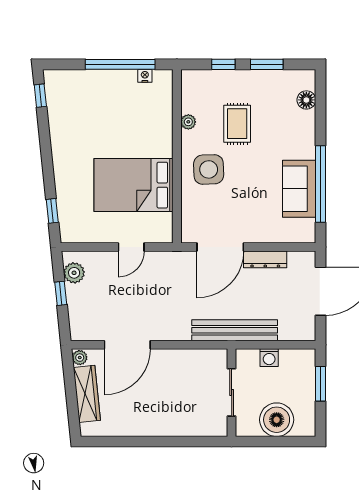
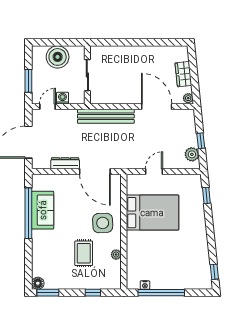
window: (267, 64) -> (48, 293), moved
floor lamp: (306, 100) -> (38, 283), moved
door: (220, 247) -> (95, 171), swing flipped
bench: (235, 330) -> (106, 116), moved
door: (127, 345) -> (157, 107), hinge flipped
door: (292, 345) -> (47, 107), added
wardrobe: (87, 394) -> (183, 74), width x0.67

